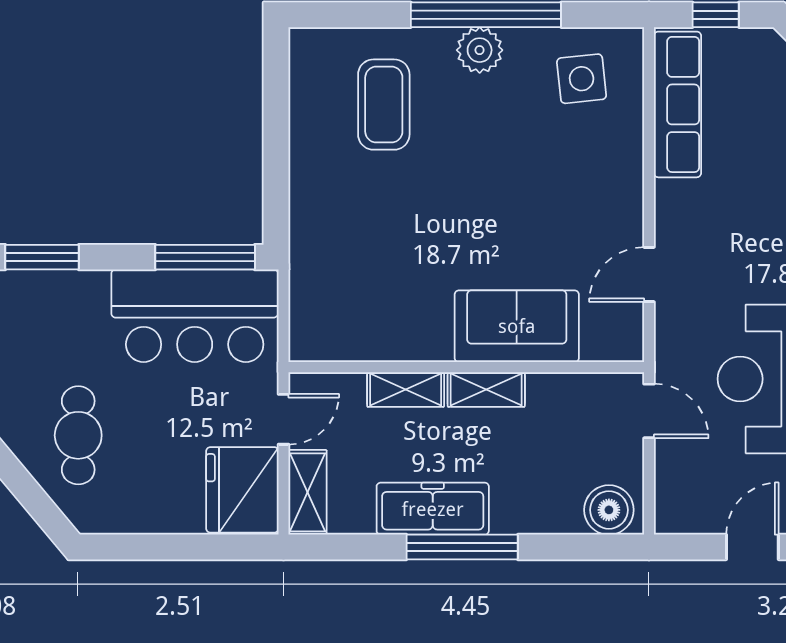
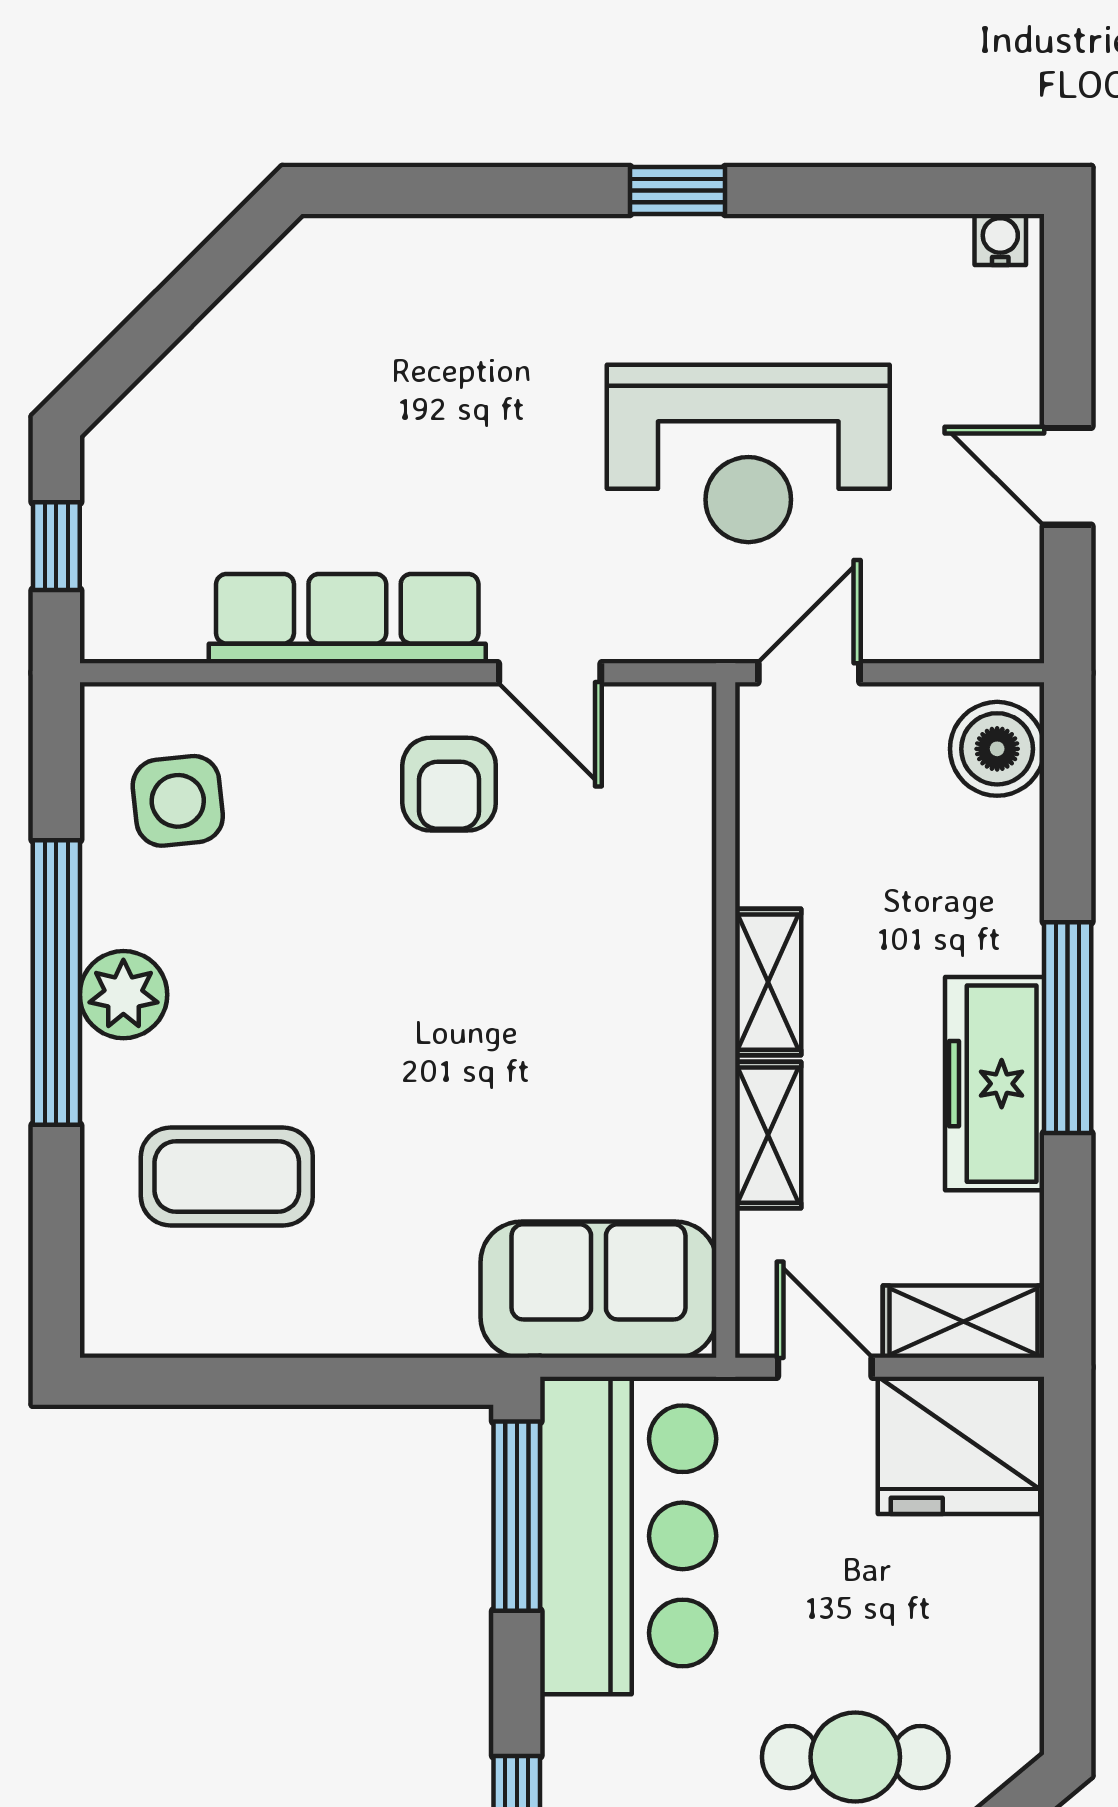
row of seats: (677, 104) -> (347, 619), moved
armchair: (590, 221) -> (449, 784), added
sofa: (517, 326) -> (598, 1290), moved, turned 90

